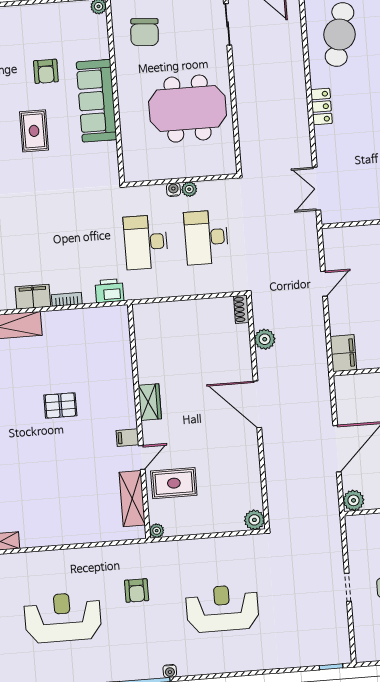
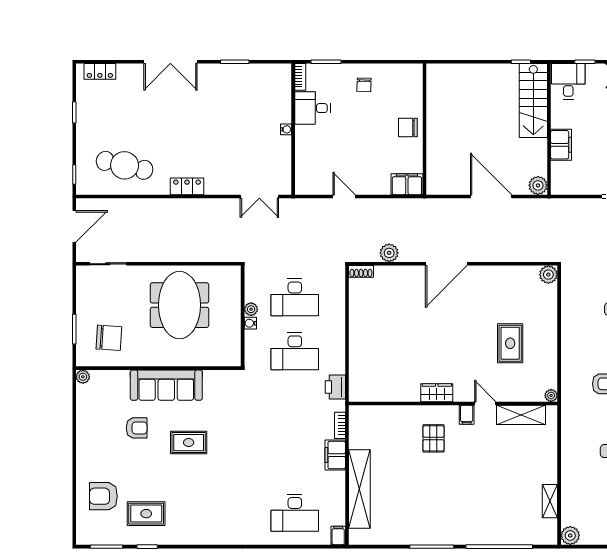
wardrobe: (150, 402) -> (437, 393), moved
wall: (139, 421) -> (453, 404), moved
filing cabinet: (127, 438) -> (467, 415), moved
door: (142, 458) -> (485, 404), moved
shelving: (132, 499) -> (521, 415), moved
plant: (157, 531) -> (551, 395), moved

